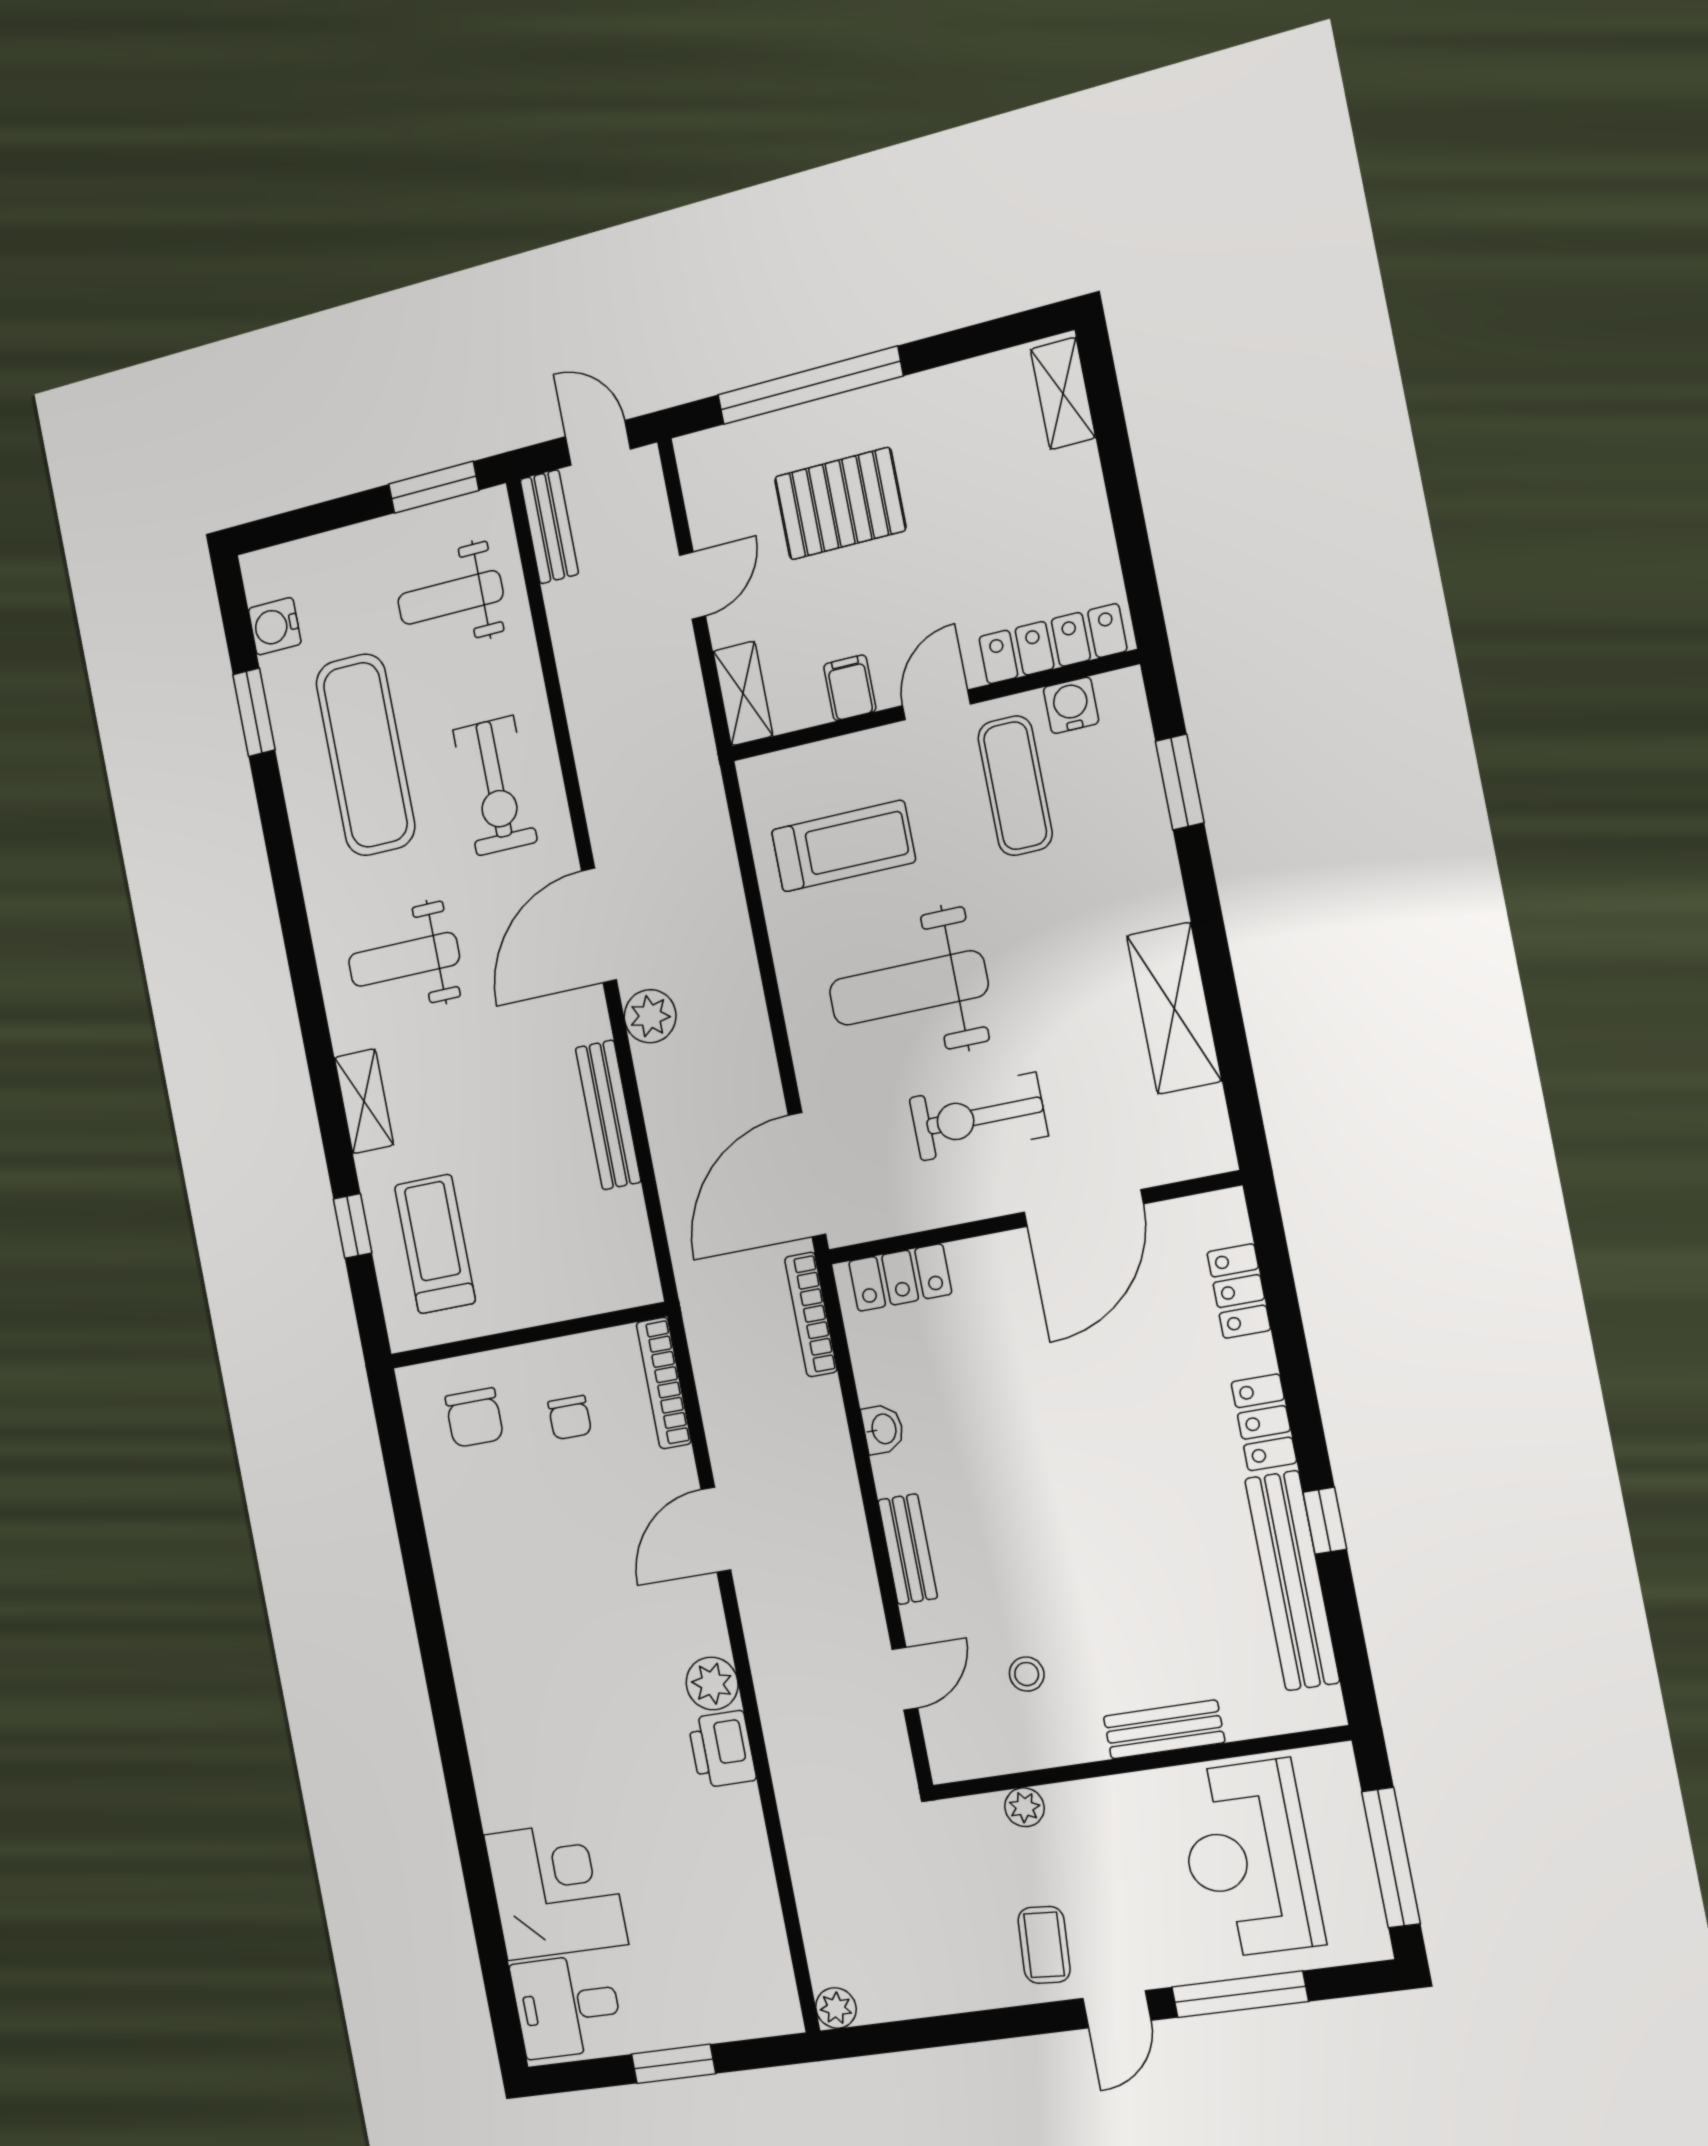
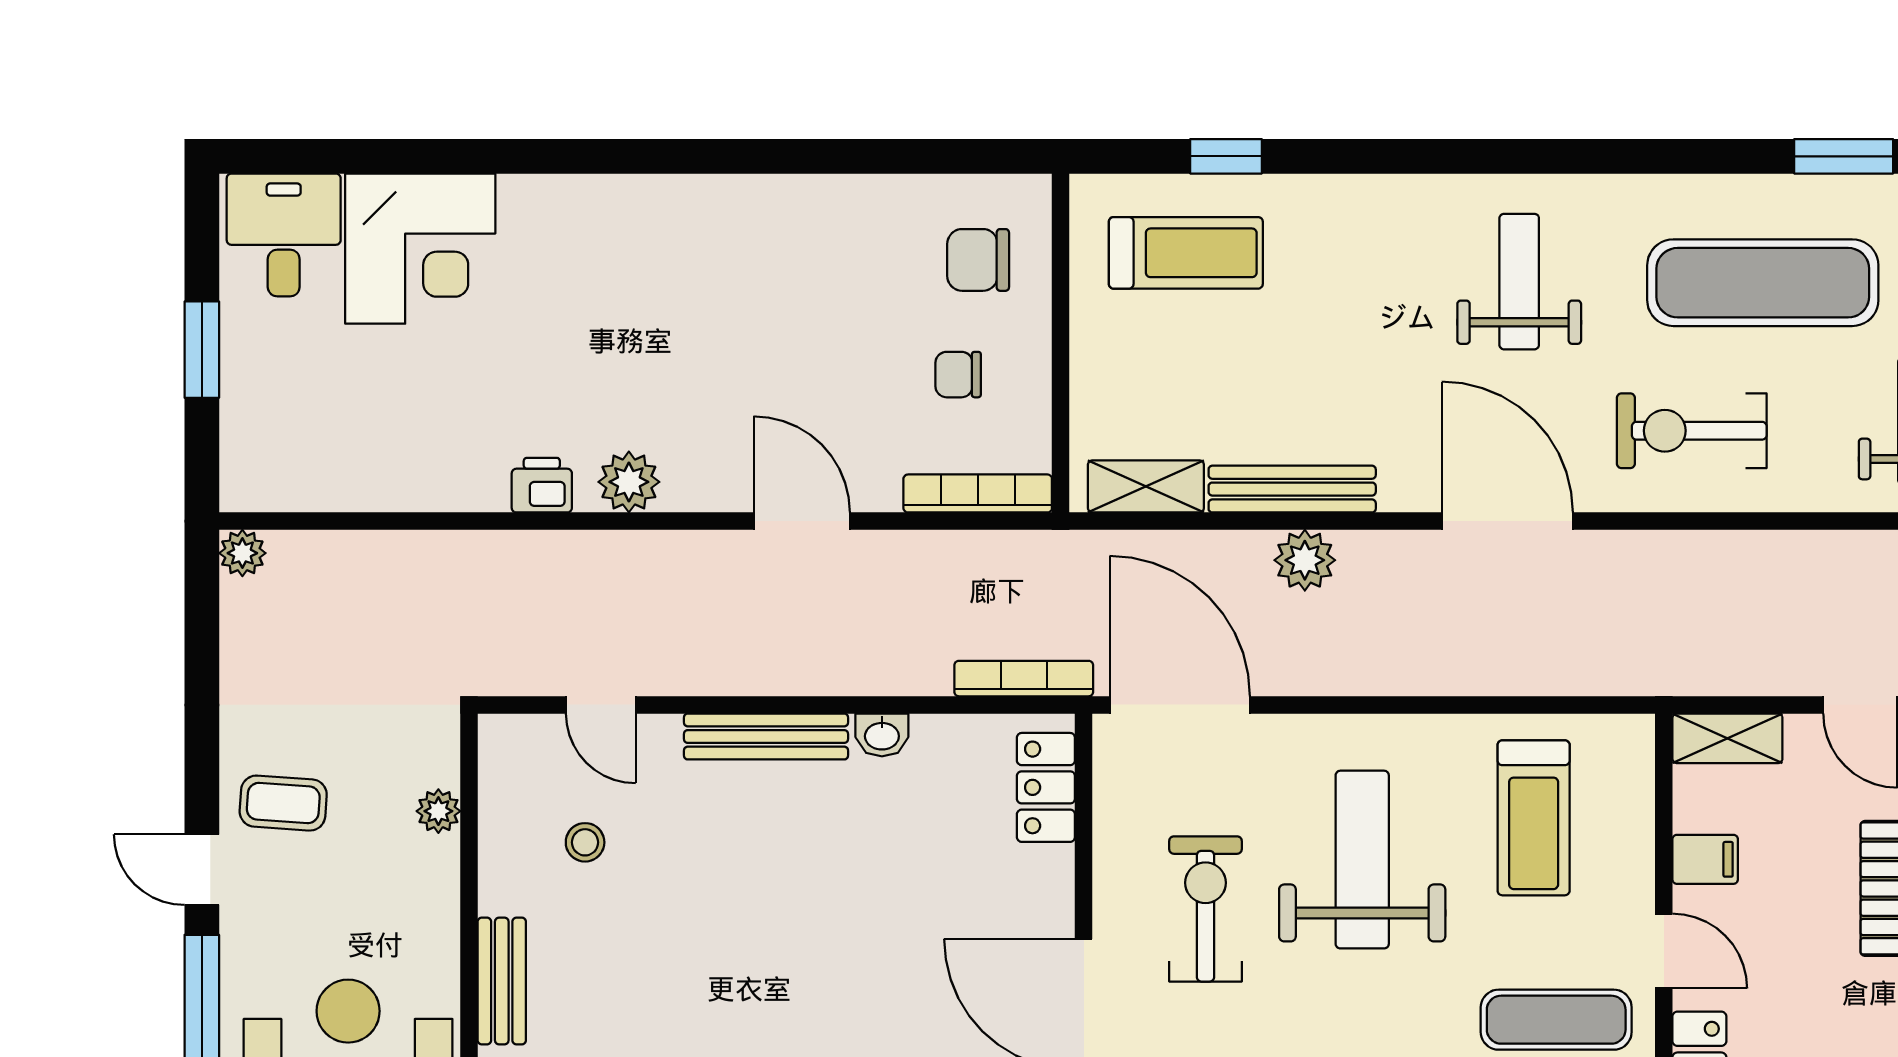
plant: (650, 1016) -> (1305, 560), moved
shelving: (364, 1101) -> (1146, 486), moved
bench: (908, 1549) -> (766, 737), width x1.36
printer: (722, 1749) -> (542, 485), width x0.73, depth x0.81

